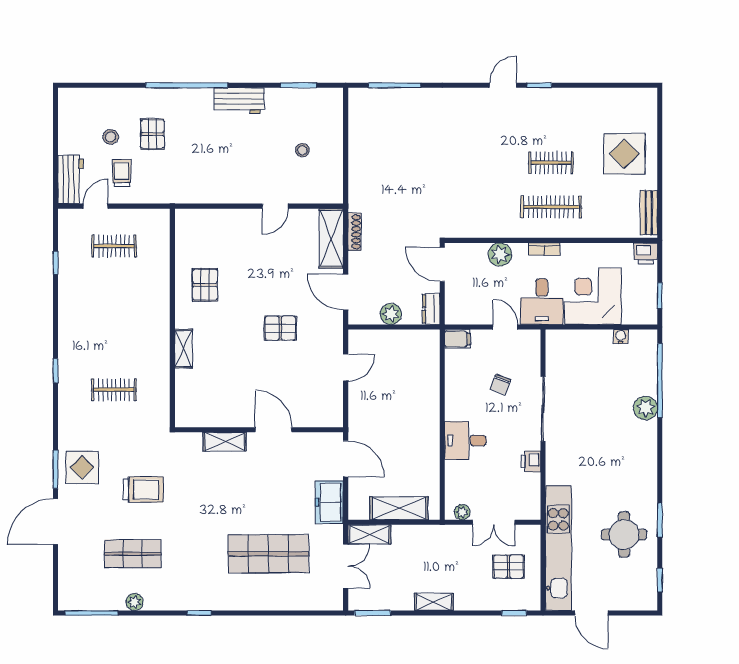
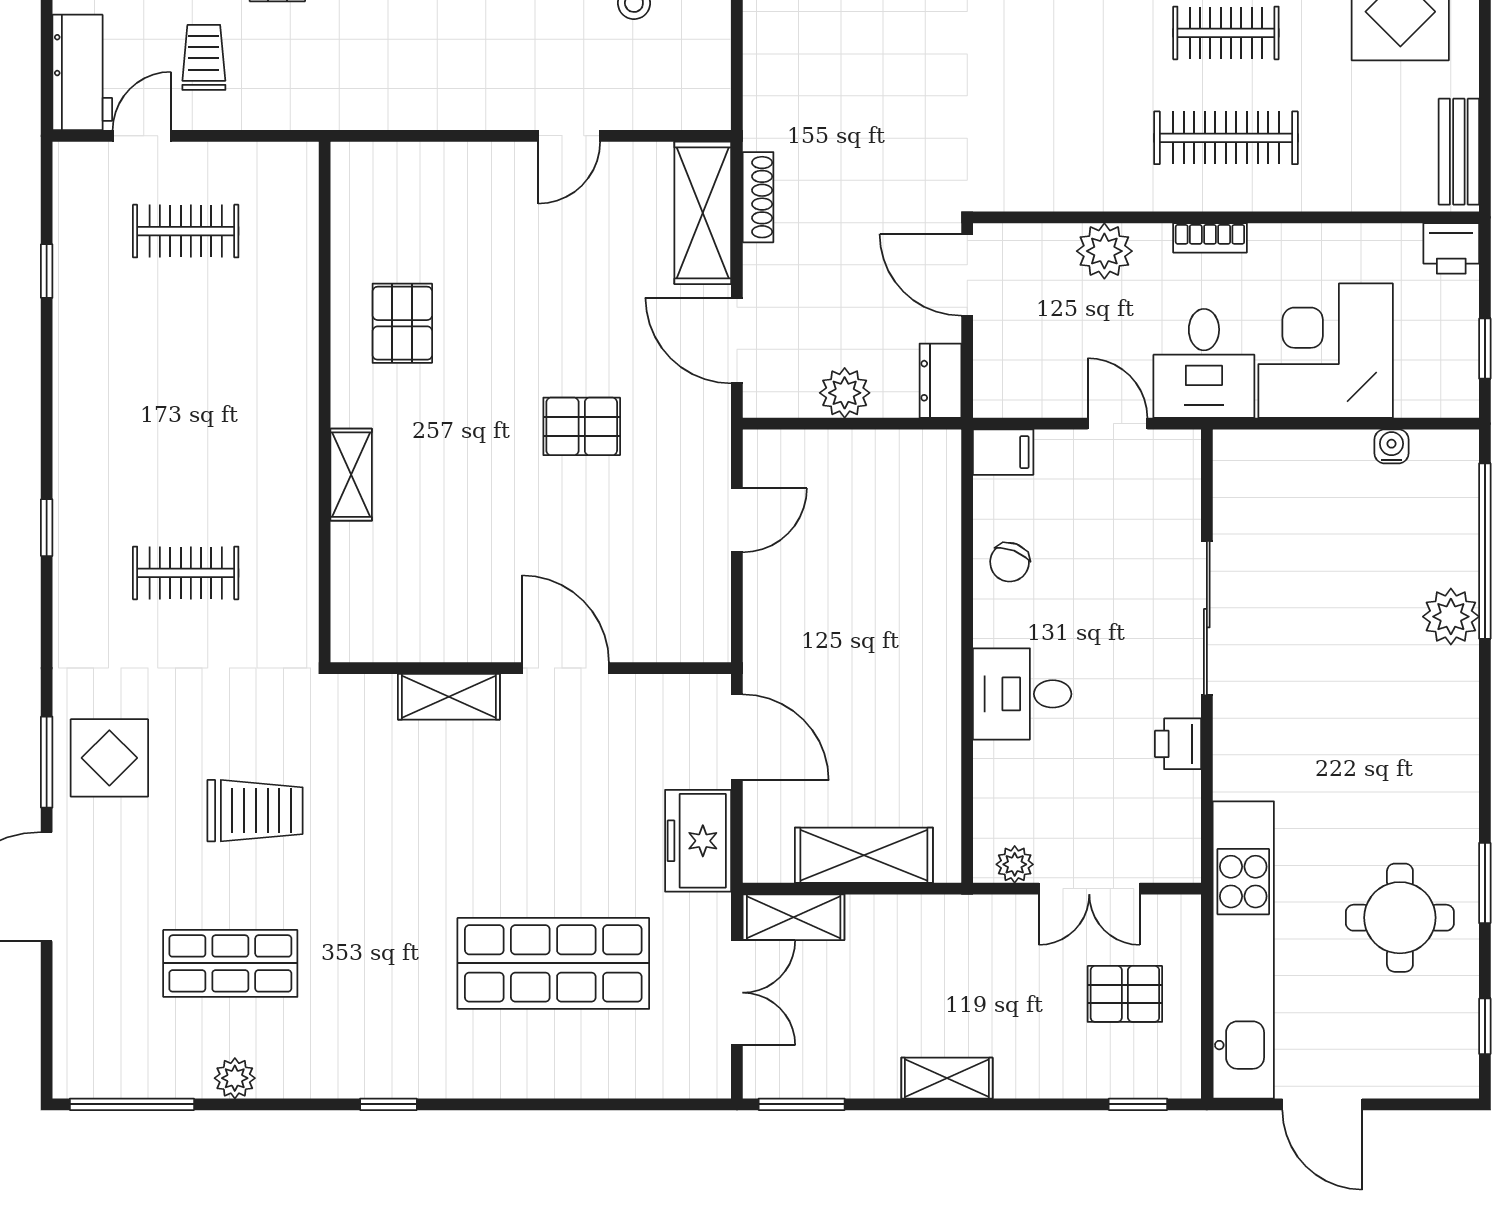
chair: (500, 384) -> (1010, 562), moved

